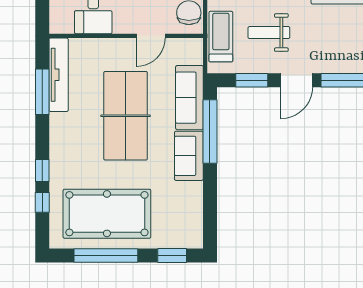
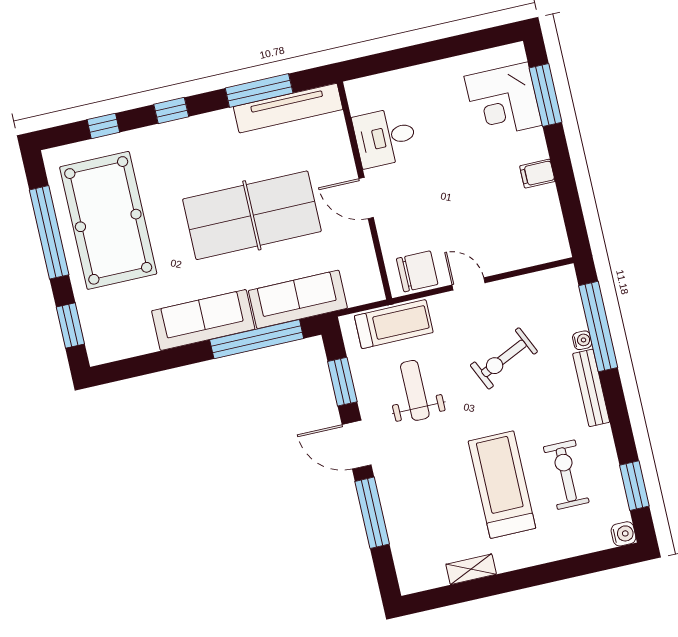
door: (151, 36) -> (366, 198), moved
sofa: (189, 156) -> (203, 320), width x1.36
window: (42, 170) -> (171, 111), moved

